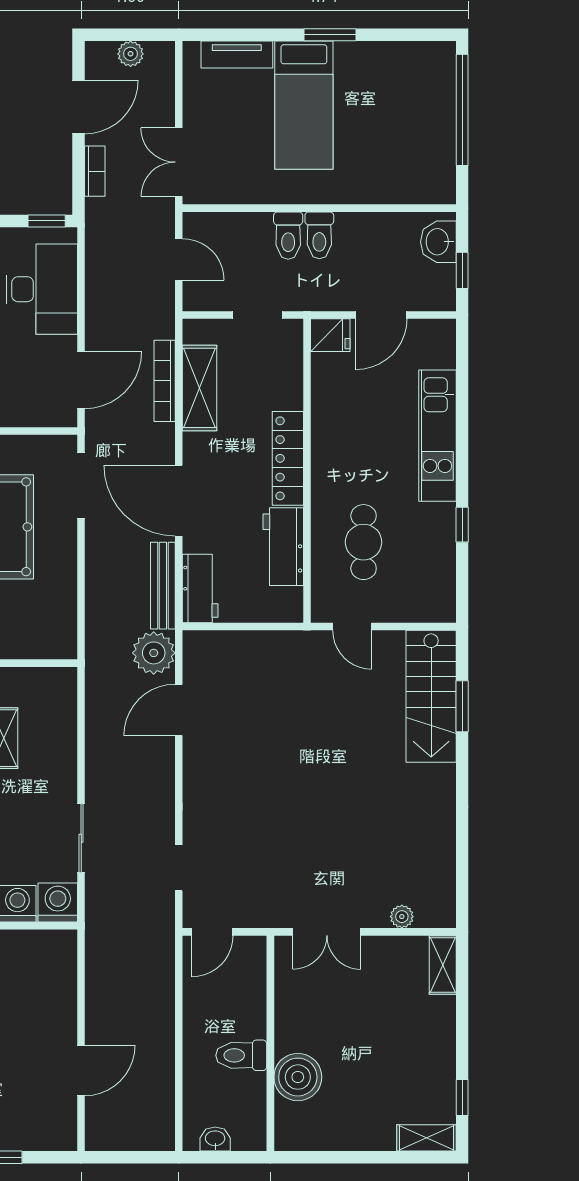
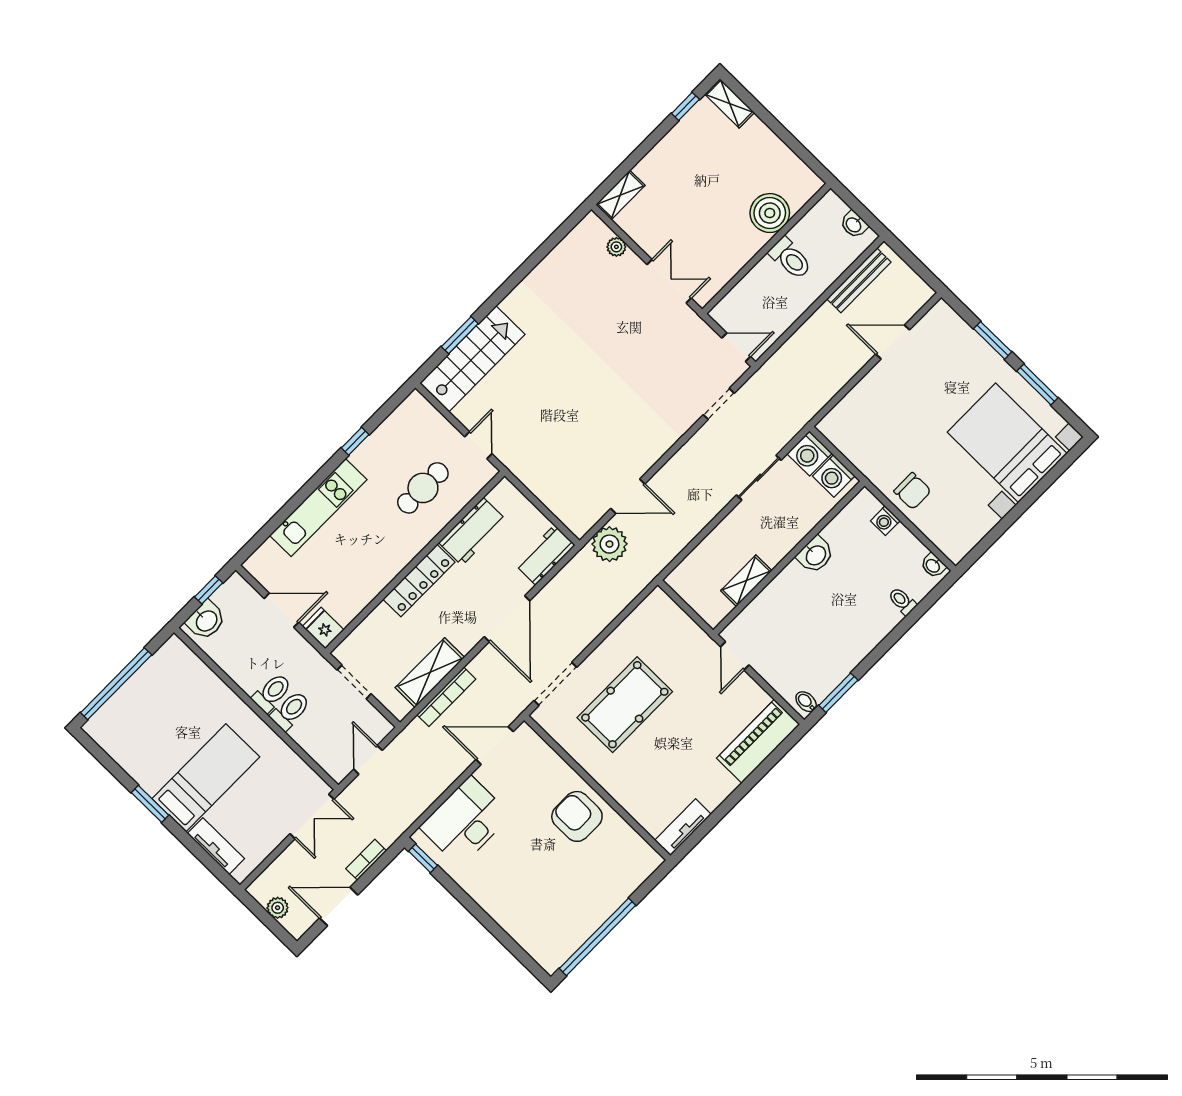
bench: (163, 586) -> (859, 280), moved

